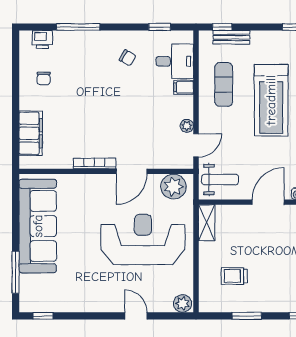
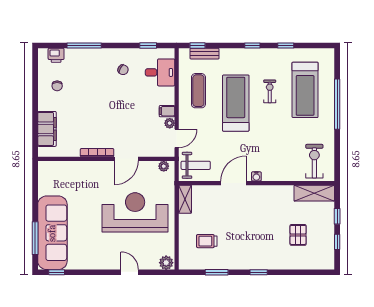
filing cabinet: (184, 87) -> (167, 111), moved
treadmill: (271, 100) -> (236, 103), turned 180
plant: (173, 187) -> (164, 166), width x0.53, depth x0.53
sofa: (38, 226) -> (52, 233), moved

